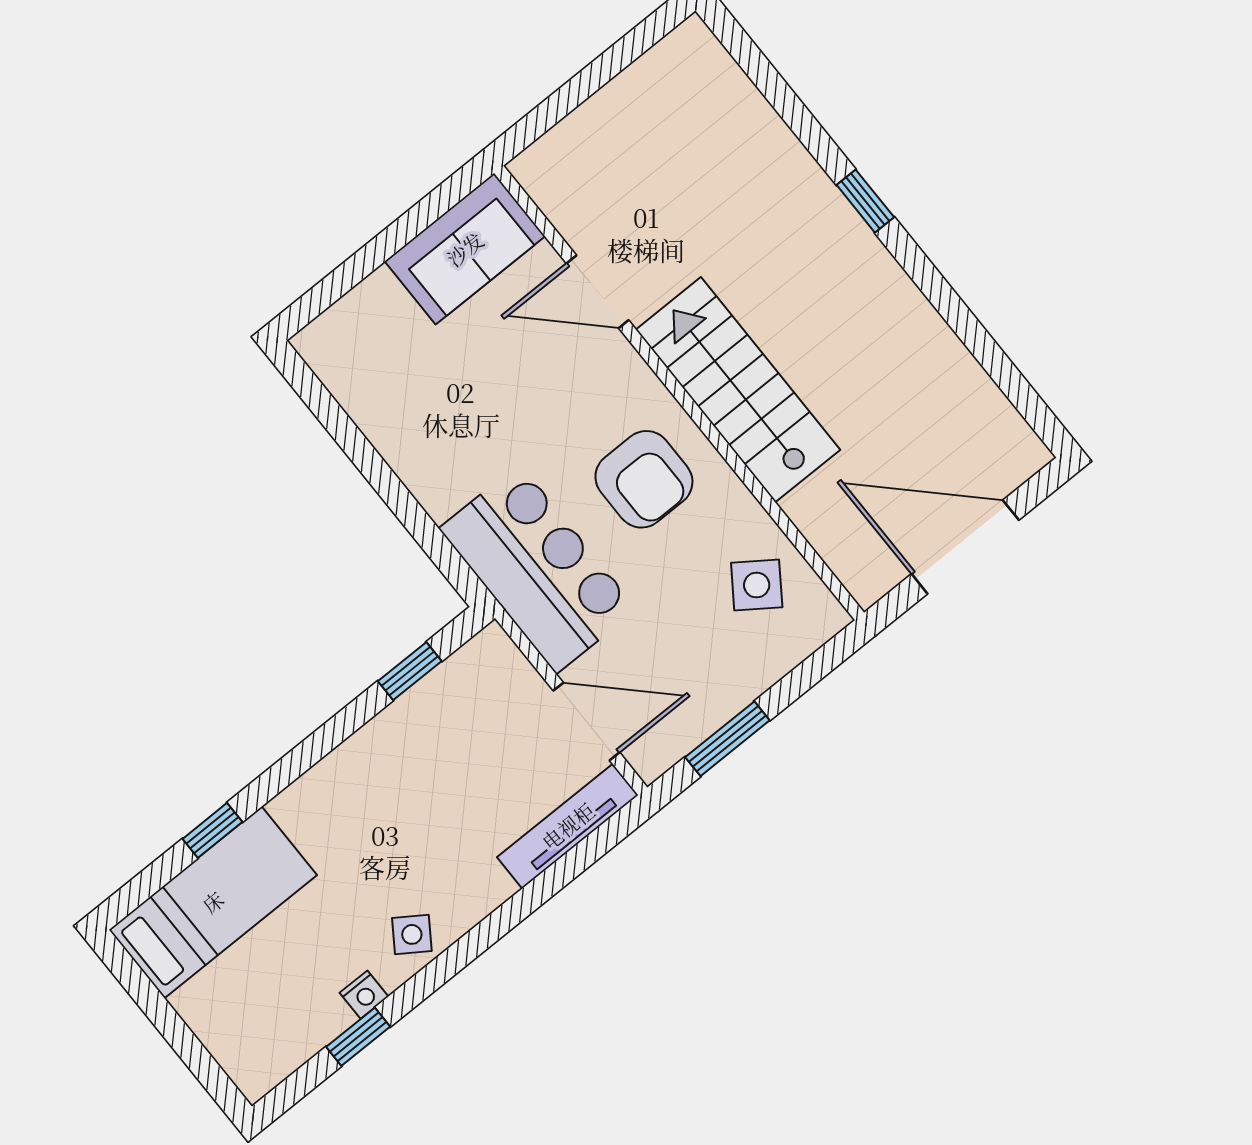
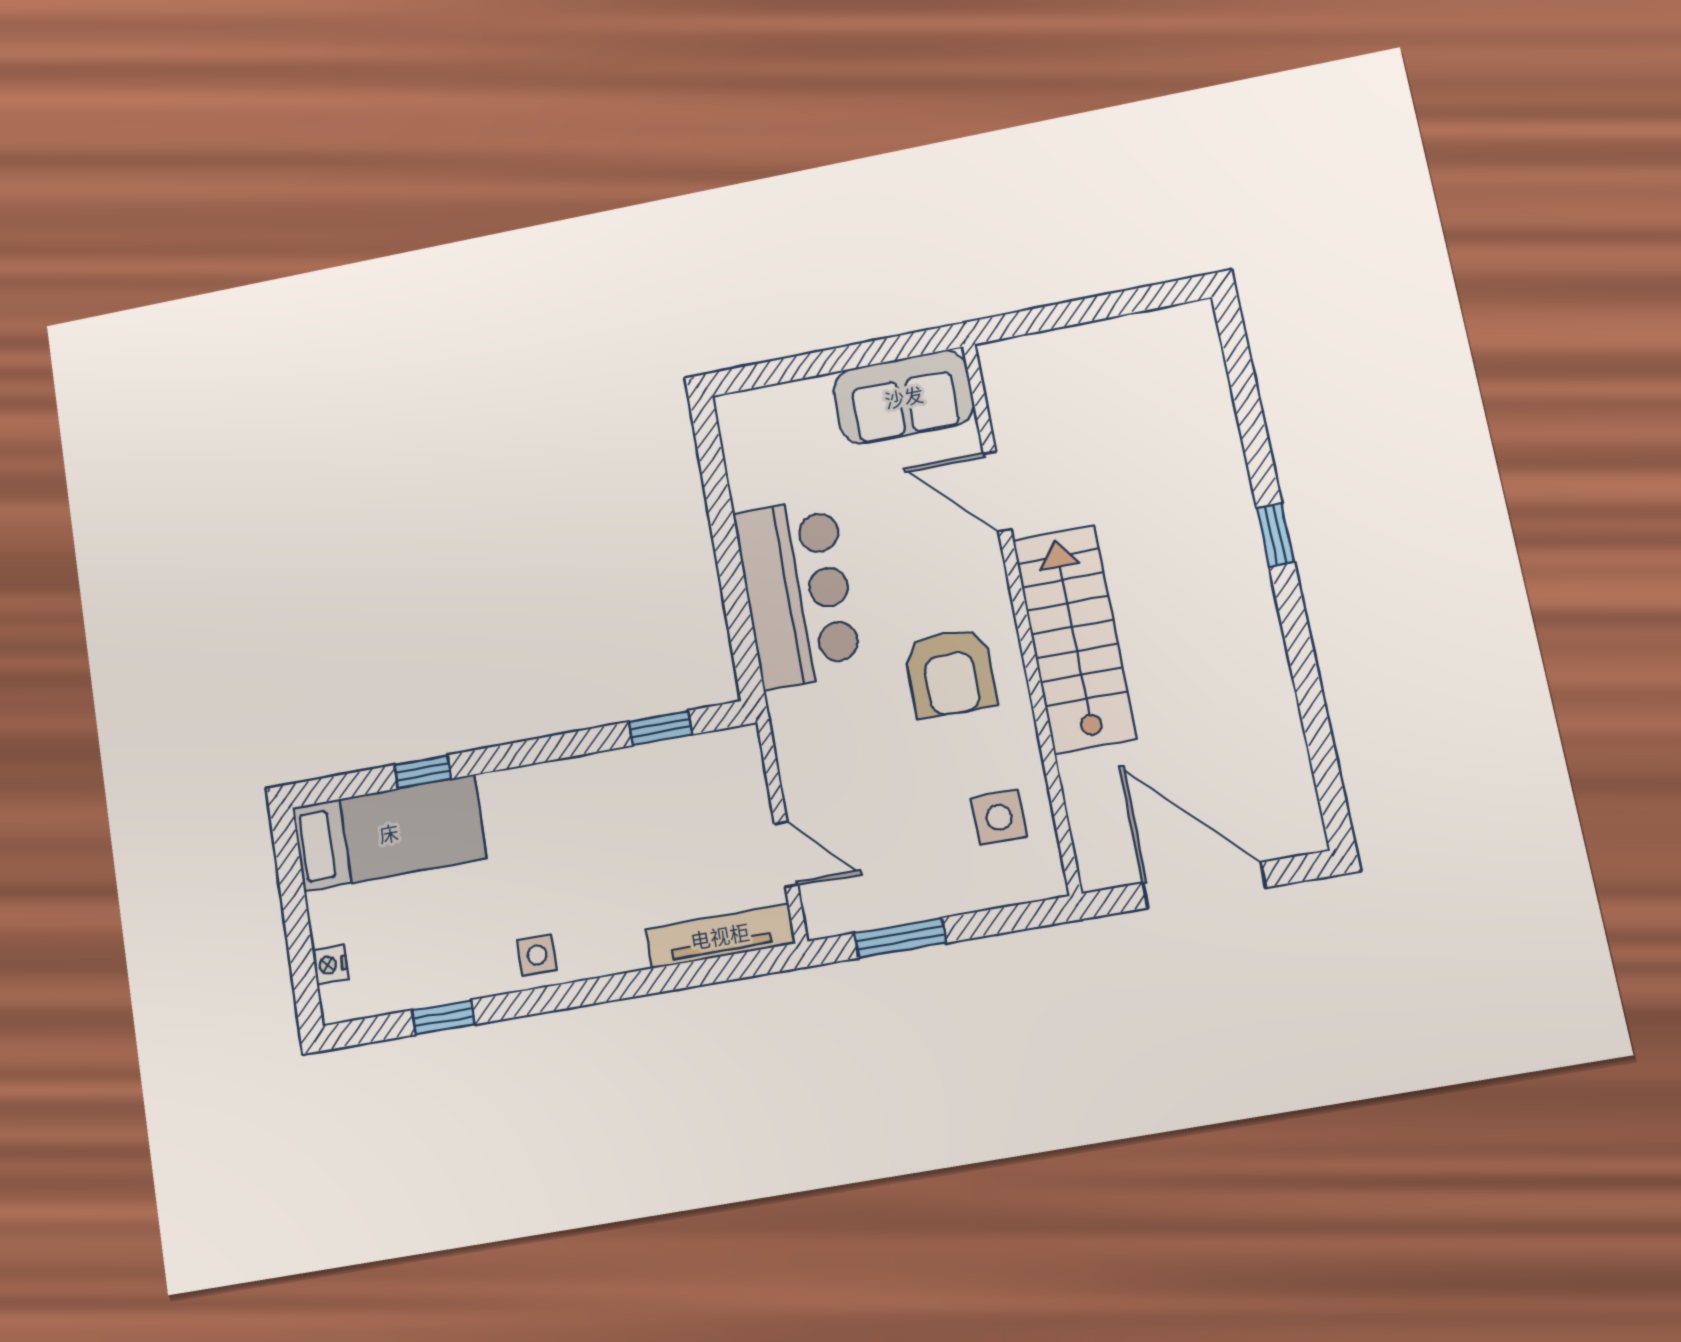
bar counter: (538, 569) -> (798, 593), moved
side table: (757, 585) -> (999, 817), turned -35
door: (586, 721) -> (786, 854), width x0.73
side table: (412, 934) -> (537, 955), turned -34
nightstand: (364, 995) -> (330, 965), moved, turned 90

